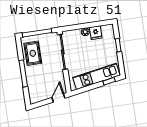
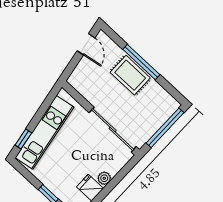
rug: (33, 53) -> (130, 75), moved
door: (58, 98) -> (86, 44), moved

